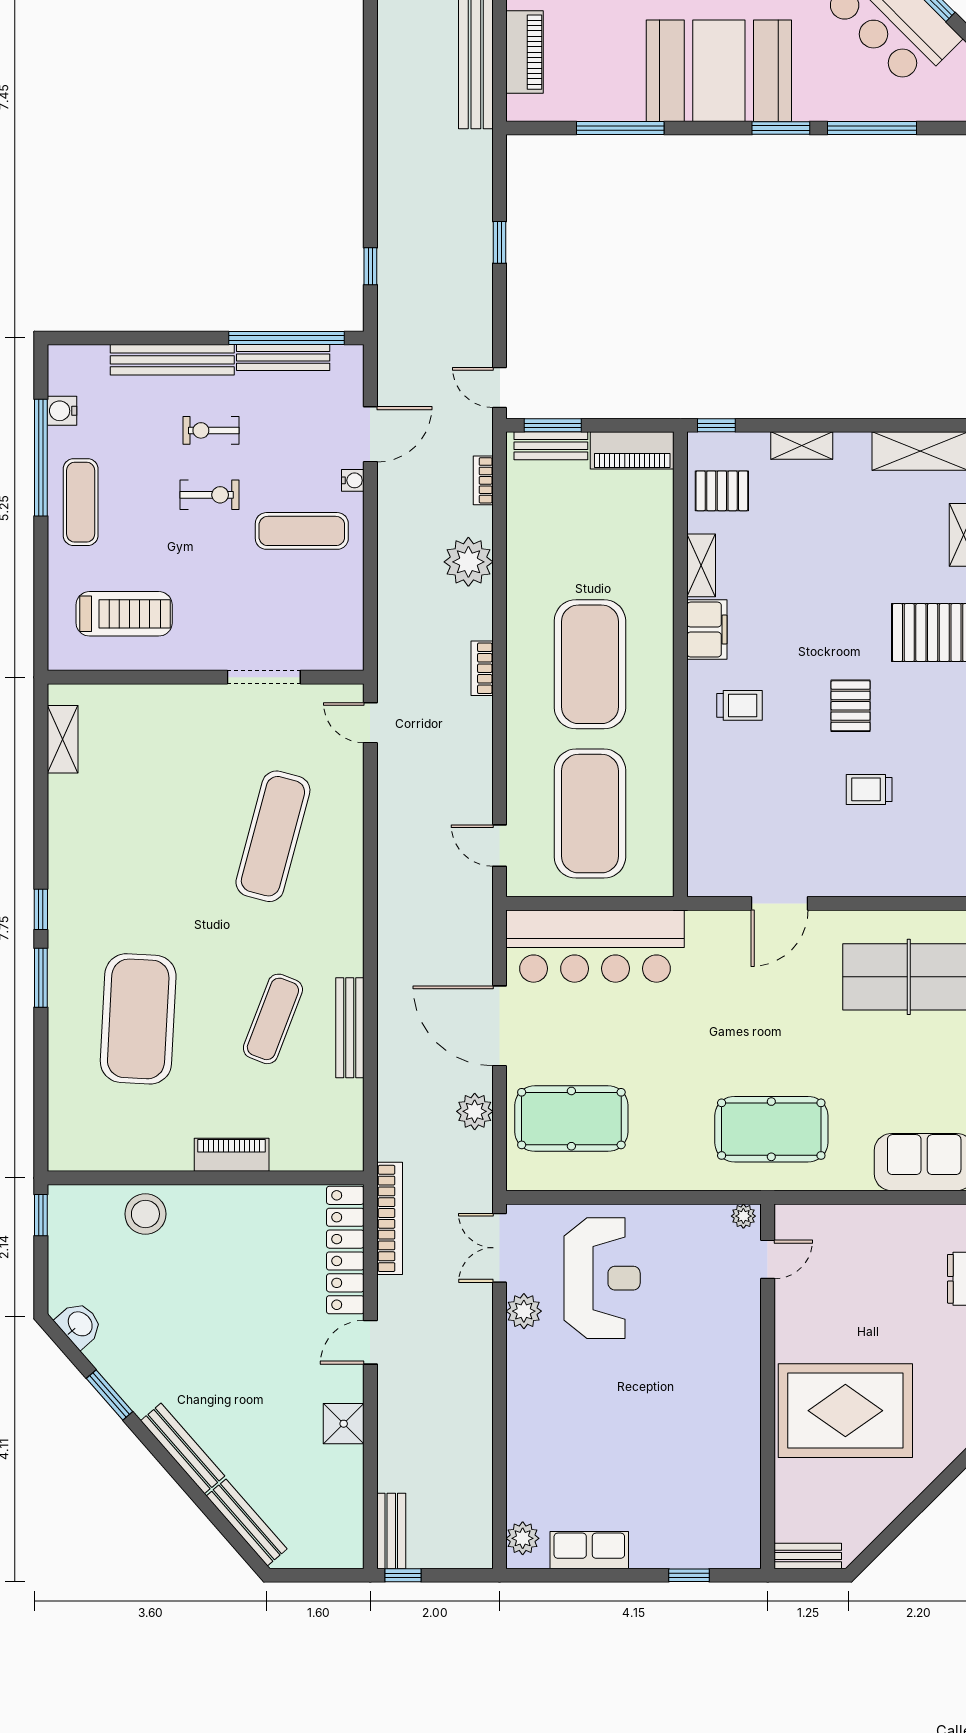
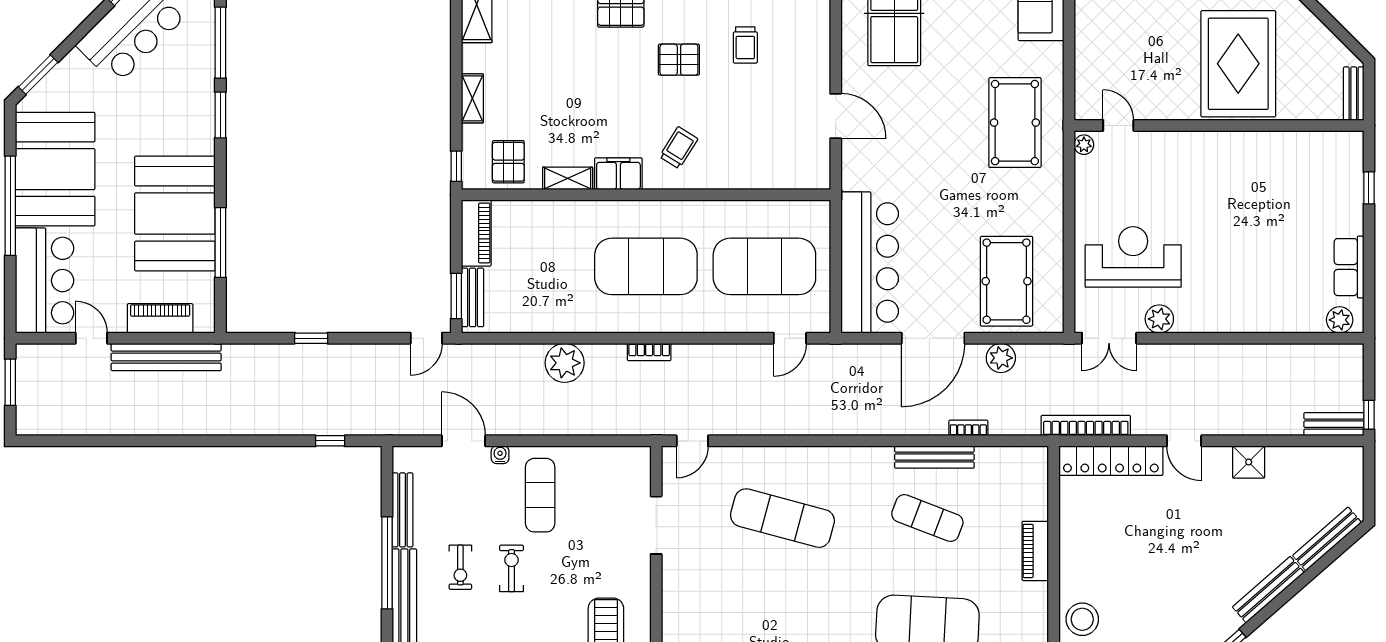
booth: (719, 71) -> (175, 214), moved
window: (286, 338) -> (387, 563), moved
bookcase: (483, 480) -> (968, 428), moved, turned 180
trolley: (740, 705) -> (679, 148), turned 32

